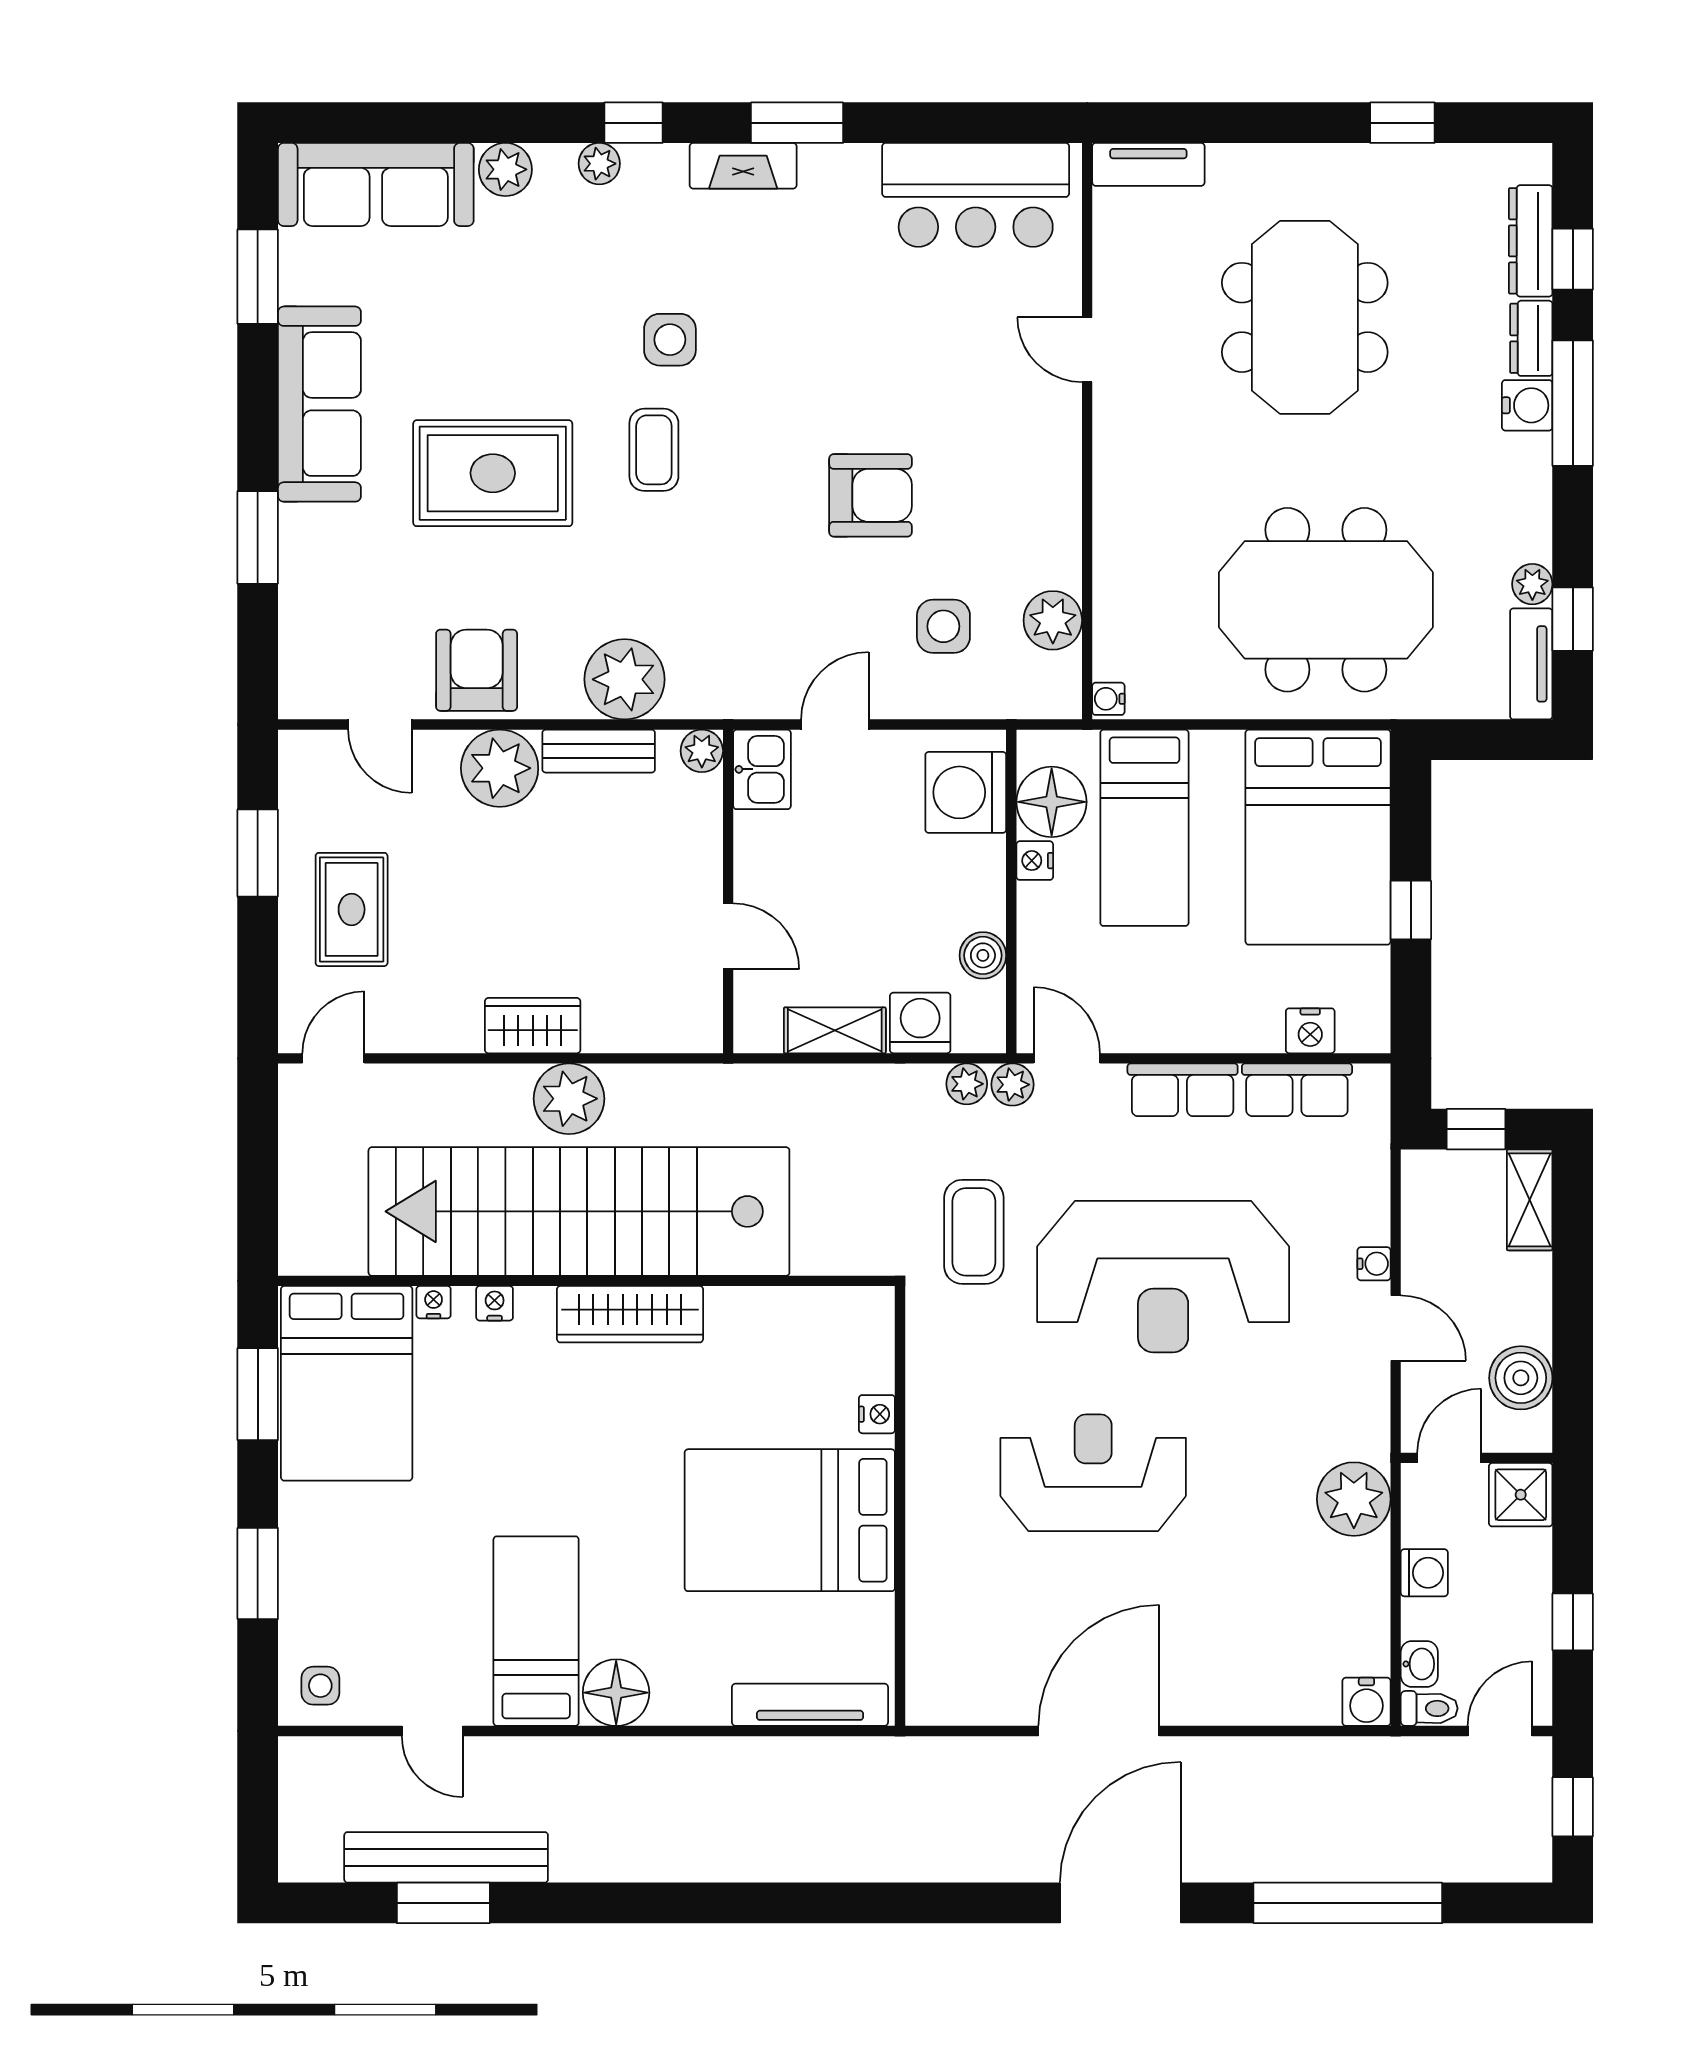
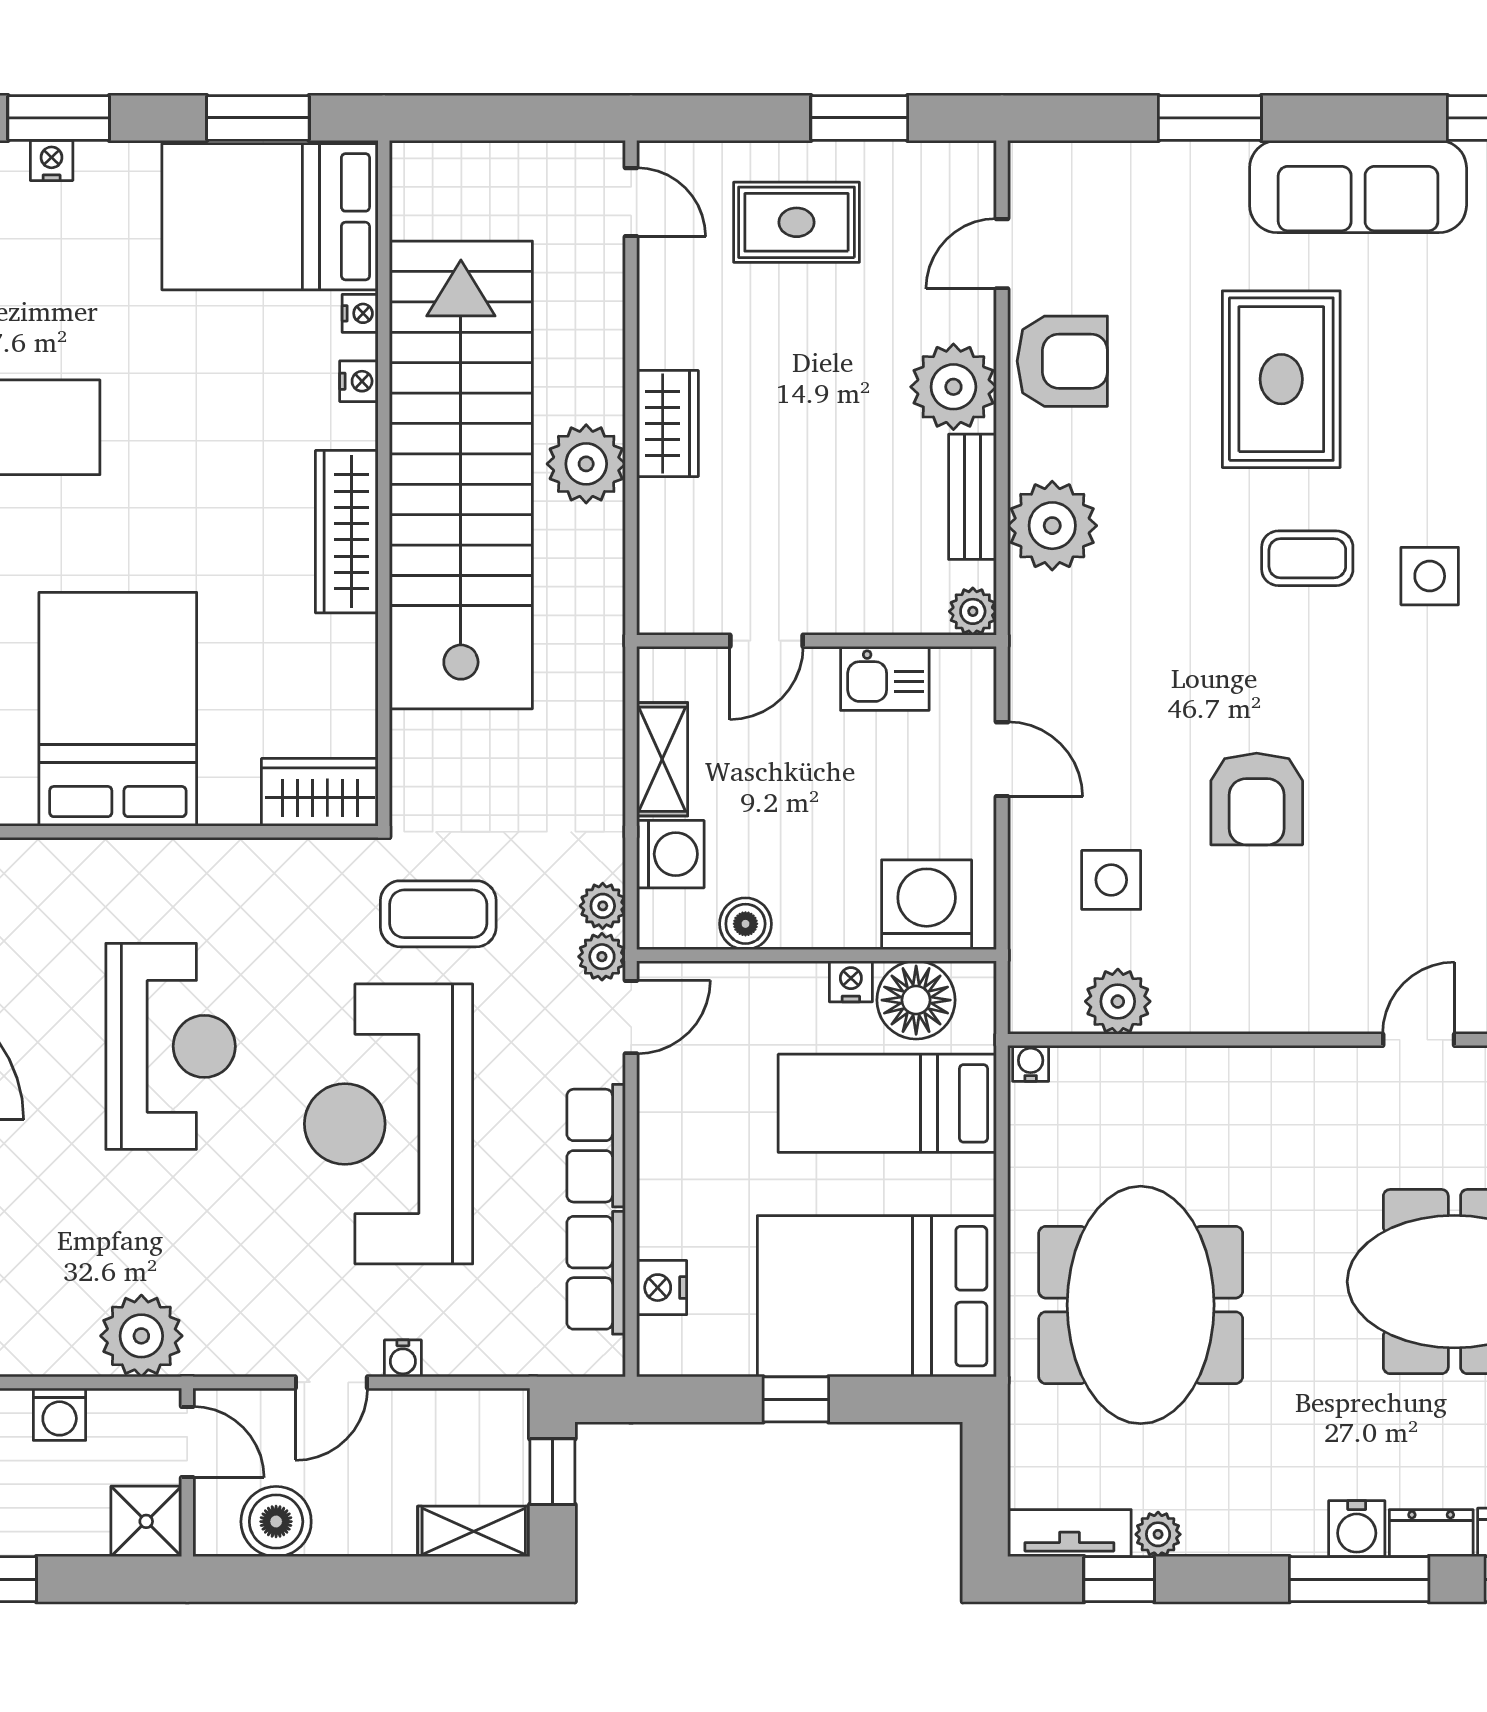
kitchen sink: (762, 769) -> (885, 678), moved
wardrobe: (865, 1338) -> (320, 792), added
nightstand: (877, 1414) -> (52, 161), moved, turned 180

